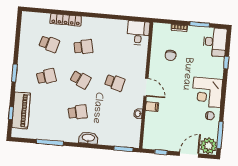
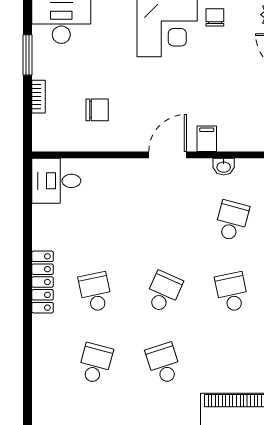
locker: (66, 20) -> (43, 282), moved
school desk: (115, 83) -> (232, 221), moved

